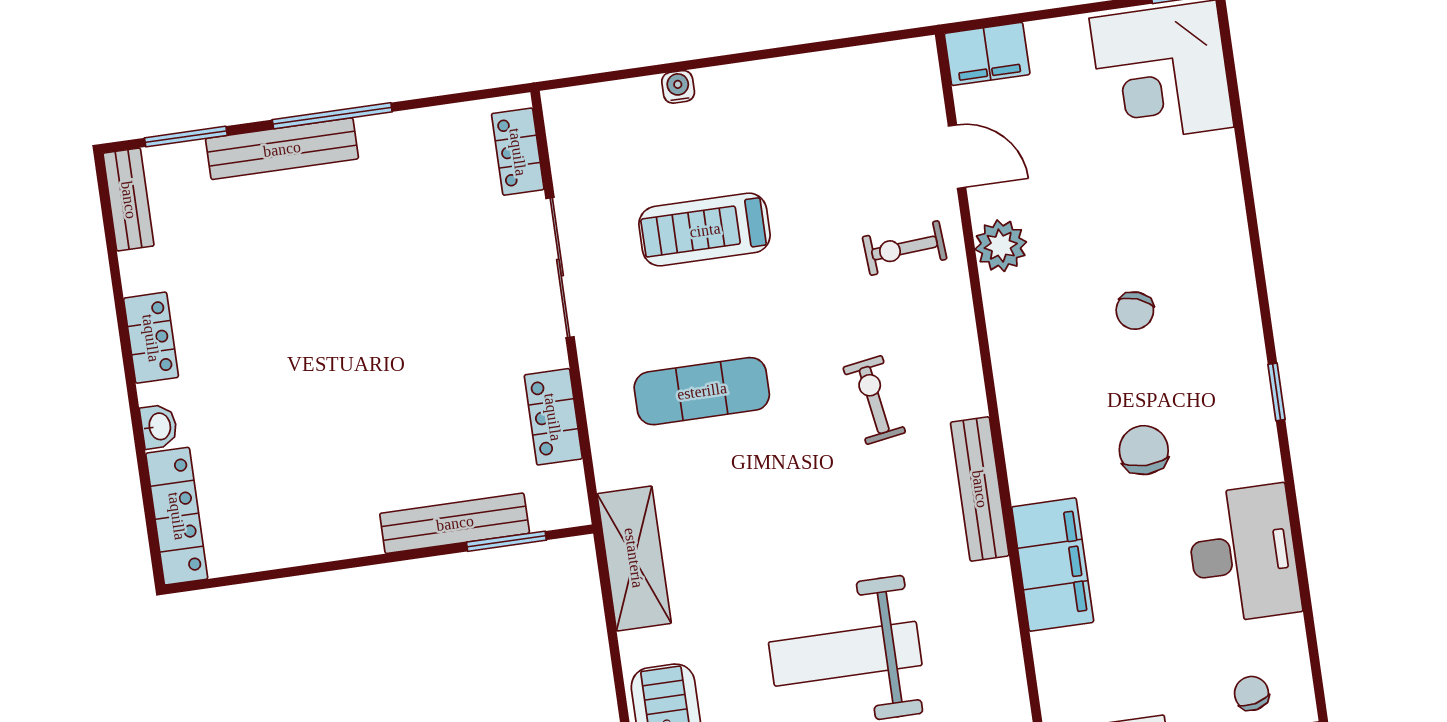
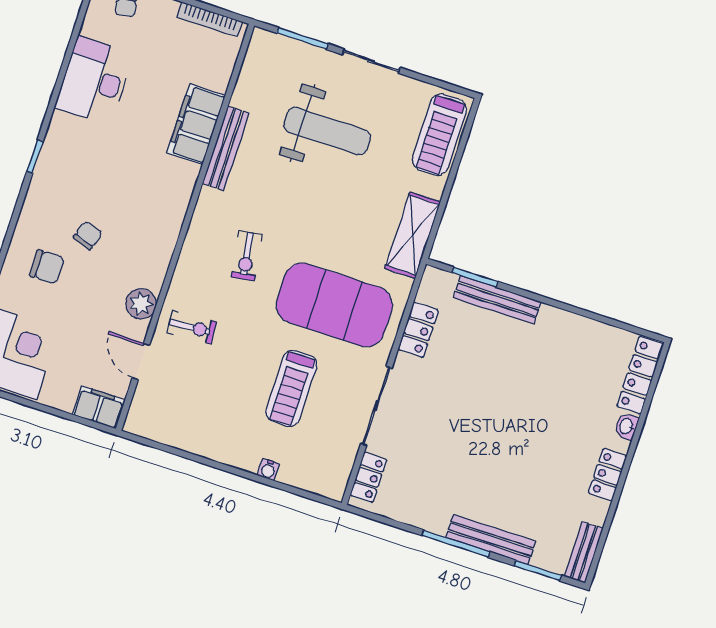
treadmill: (705, 230) -> (291, 388), turned 90
exercise mat: (702, 391) -> (334, 305), width x2.00, depth x1.45
chair: (1144, 450) -> (47, 267), moved, turned -90
bench: (980, 489) -> (226, 148), moved

